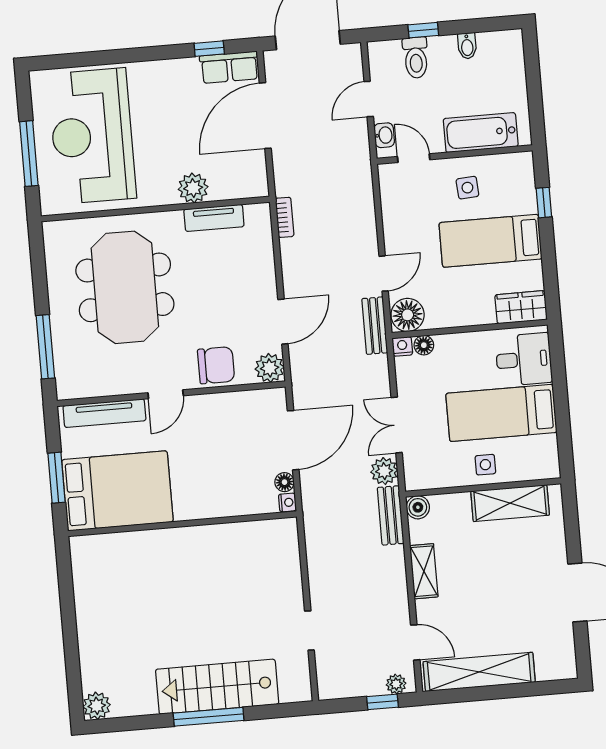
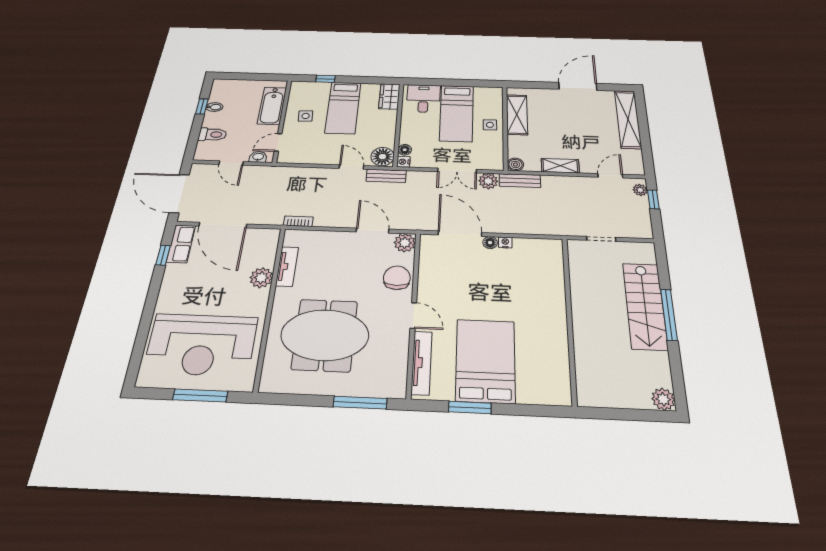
window: (423, 30) -> (202, 106), moved
wall: (182, 524) -> (569, 318), moved
shelving: (479, 672) -> (628, 119), moved

